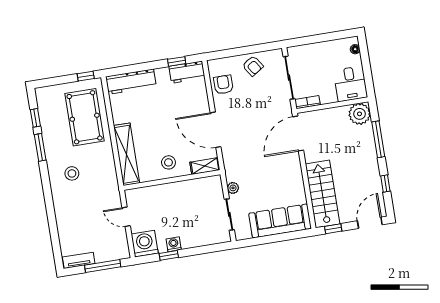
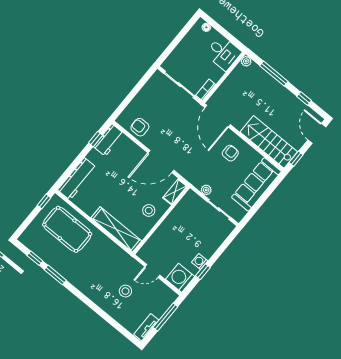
armchair: (253, 66) -> (230, 153), moved, turned -57
plant: (360, 114) -> (246, 61), width x0.53, depth x0.53
stool: (72, 173) -> (125, 291), moved

